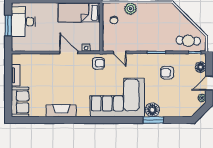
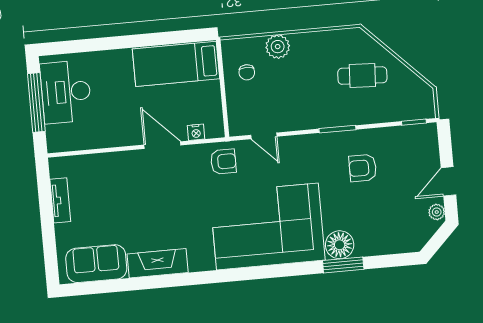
window: (8, 26) -> (36, 103), width x1.44
cafe table: (188, 41) -> (362, 76), moved
floor lamp: (201, 67) -> (428, 151), removed
sofa: (20, 102) -> (96, 264), moved, turned -90

